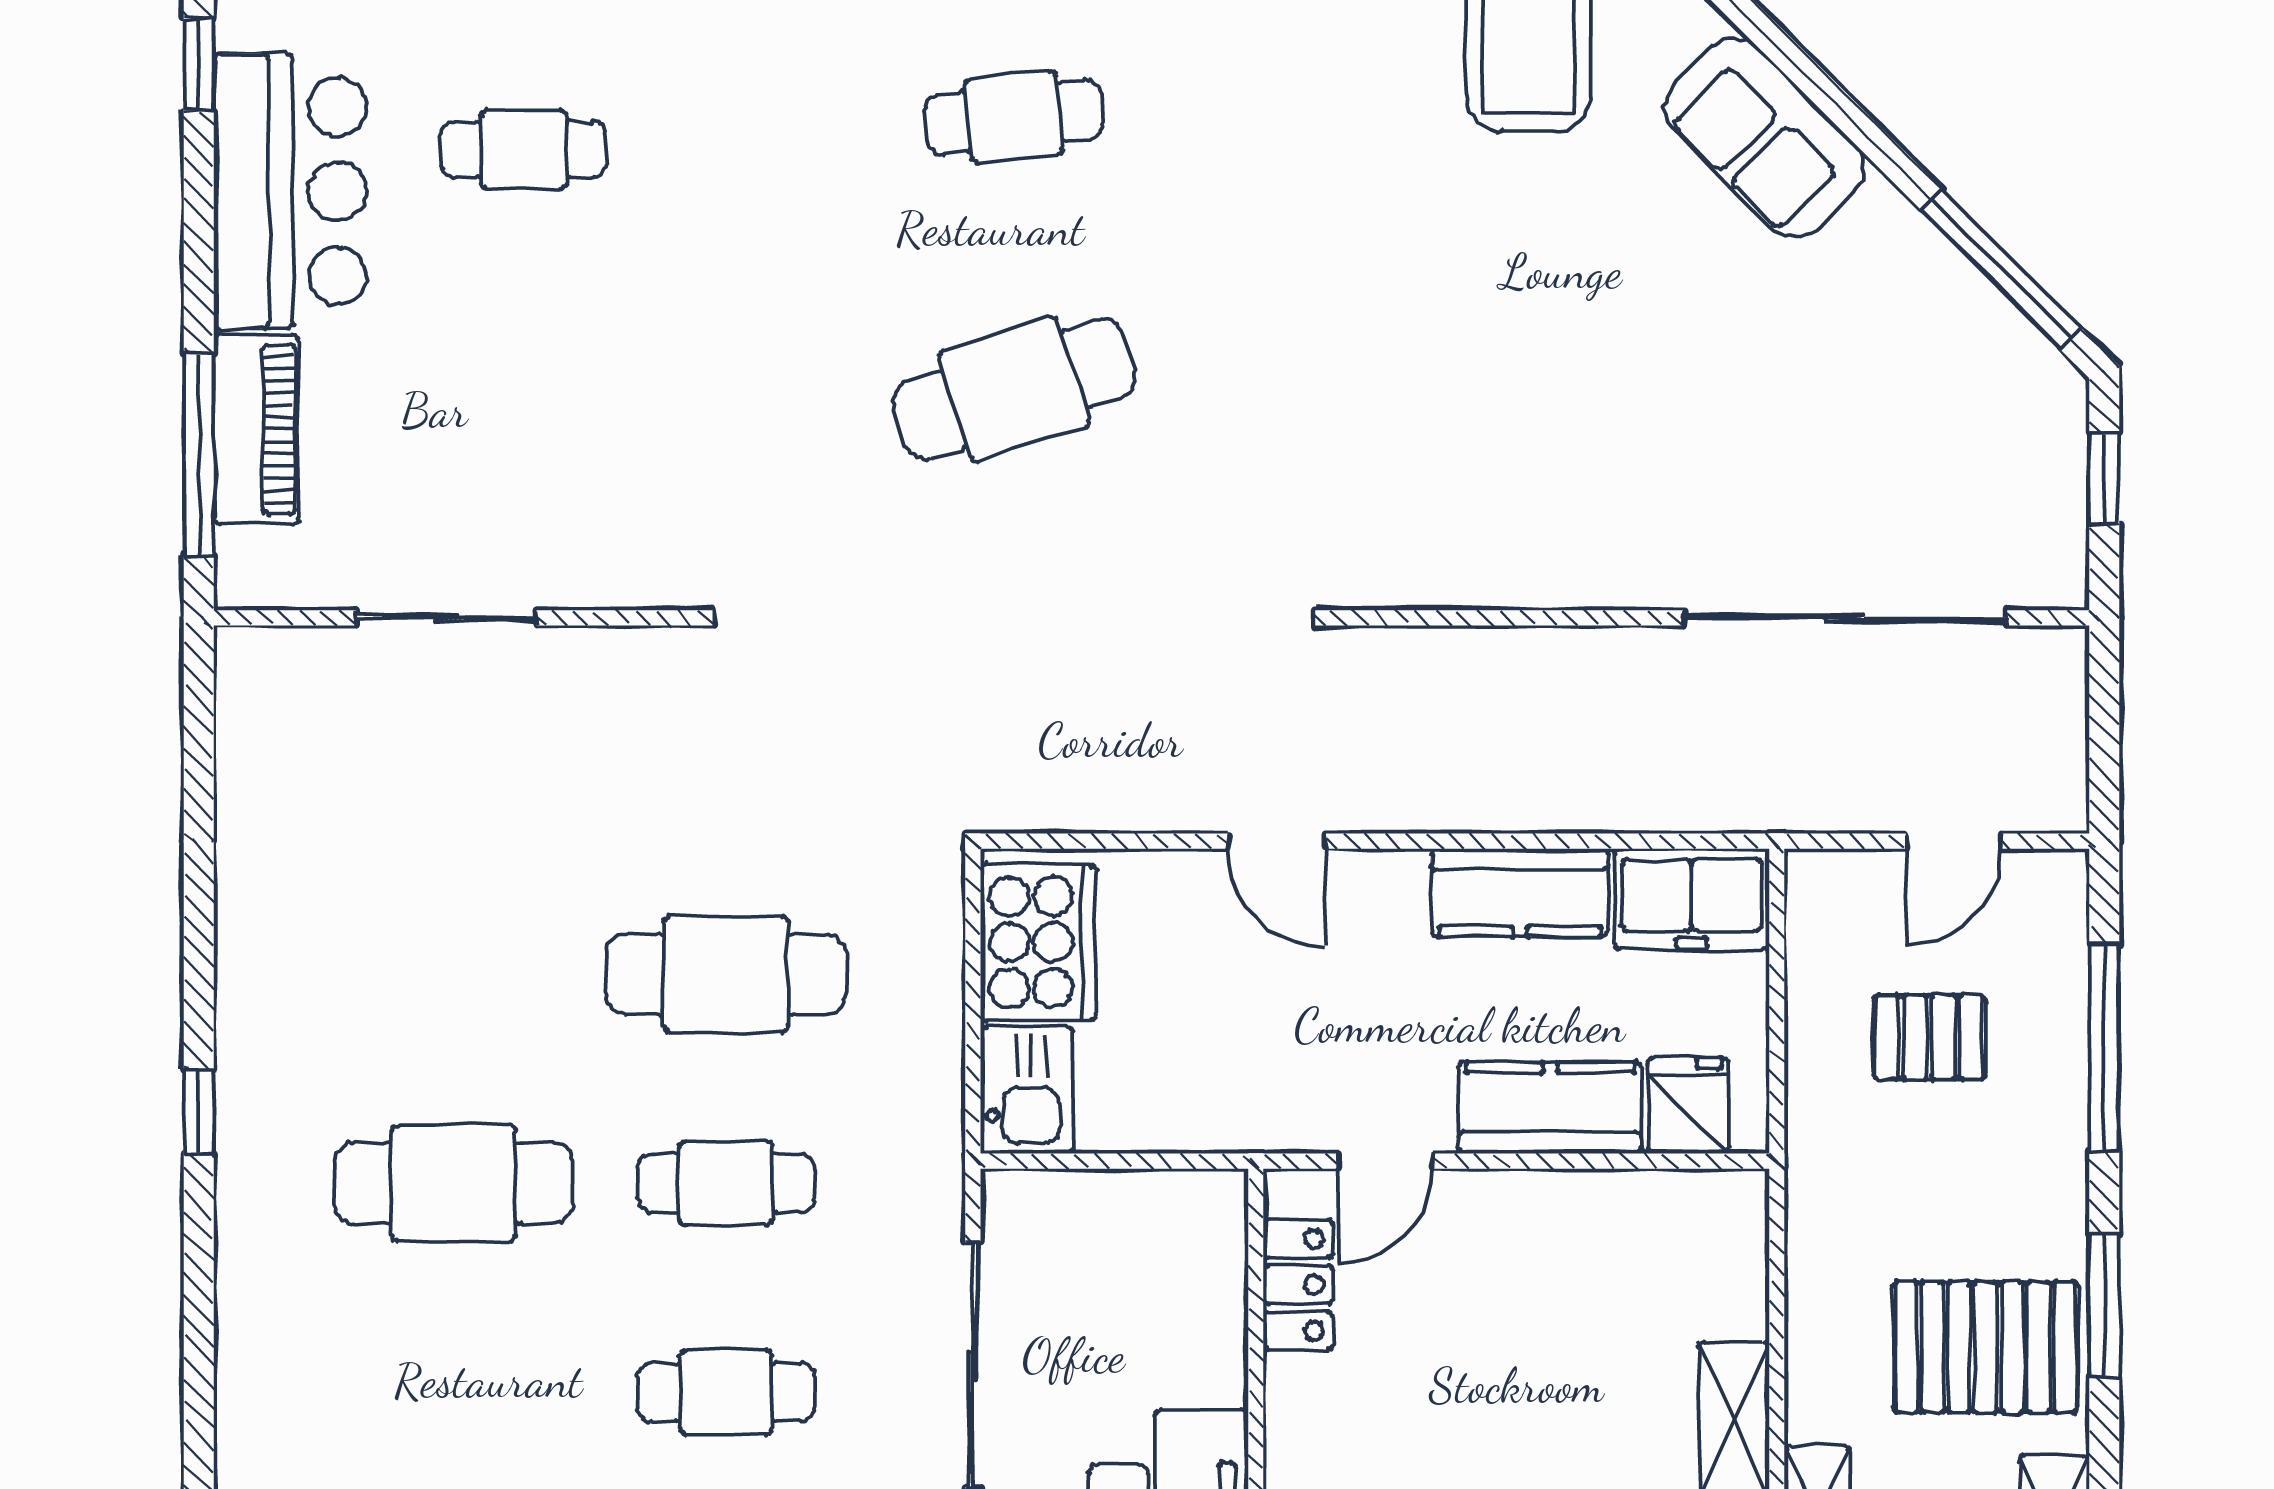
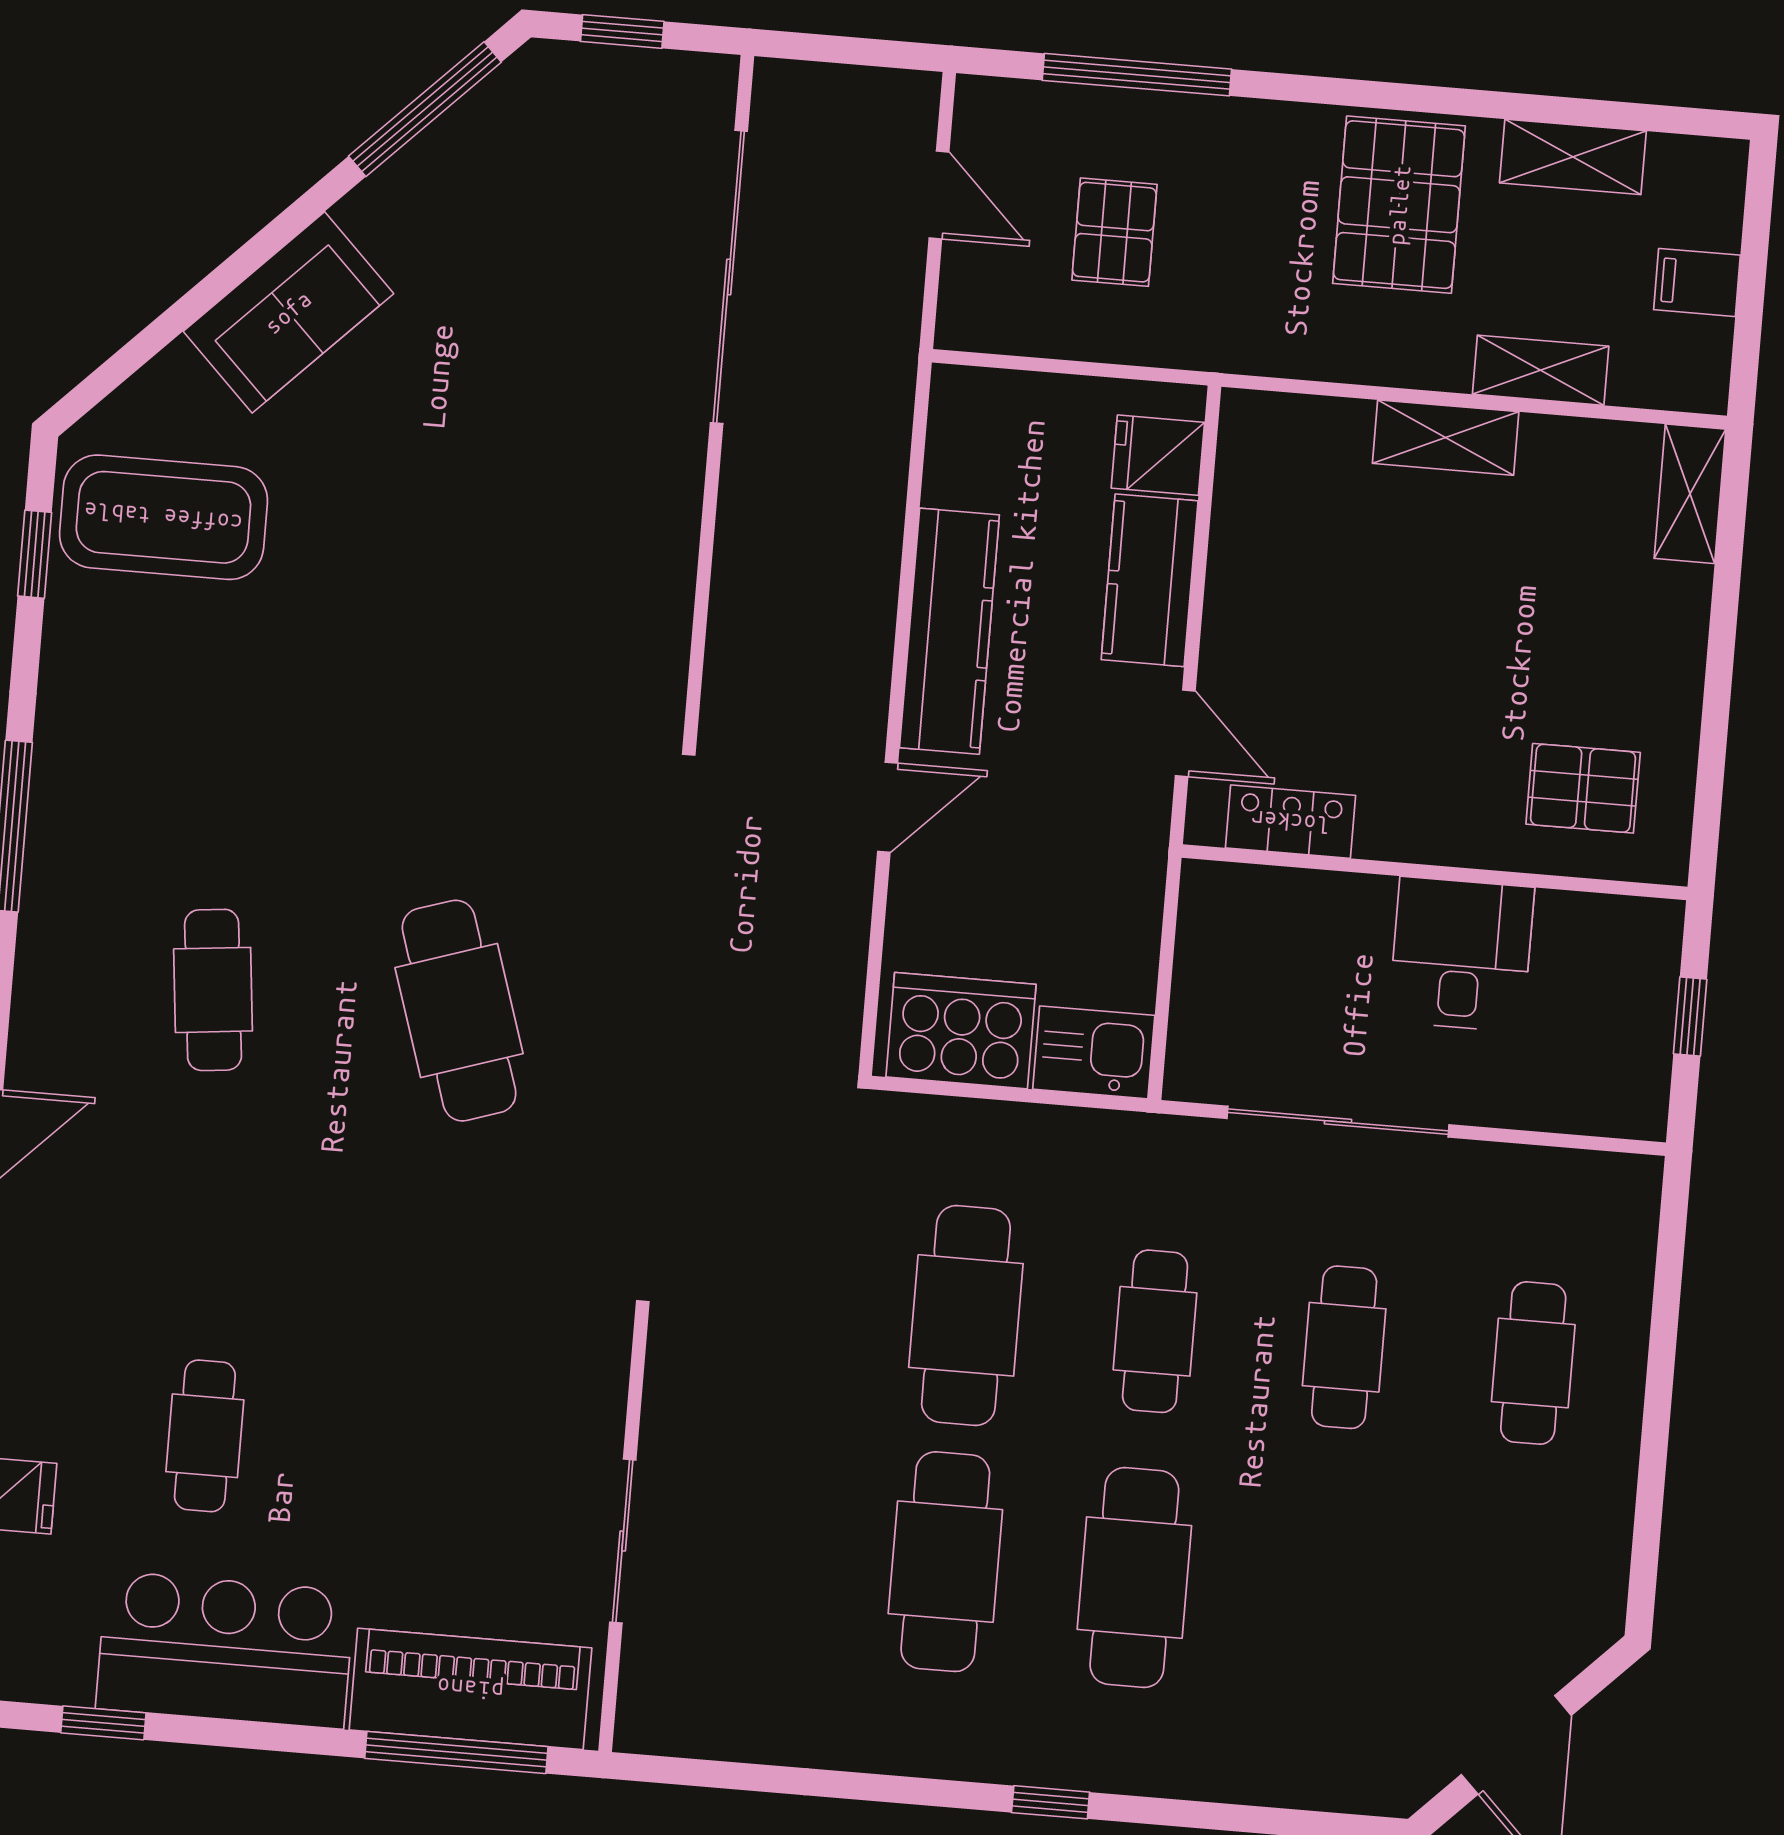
piano: (256, 430) -> (470, 1689), width x1.37, depth x1.33
kitchen counter: (1520, 893) -> (949, 631), width x1.50
freezer: (1692, 899) -> (971, 436), removed
cafe table: (453, 974) -> (945, 1562), added
window: (2104, 1306) -> (1371, 94), removed

